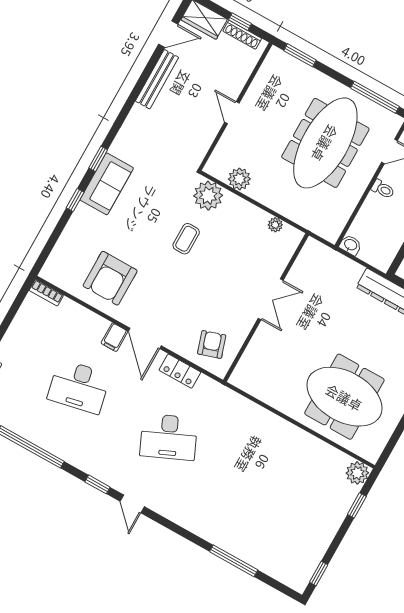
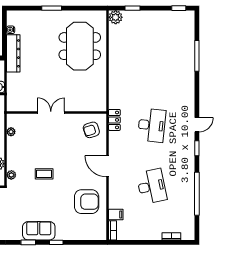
plant: (208, 196) -> (11, 175), width x0.53, depth x0.53
filing cabinet: (114, 337) -> (116, 215), moved
door: (145, 338) -> (108, 166), swing flipped
locker: (180, 371) -> (114, 120), moved
desk: (169, 437) -> (152, 125), turned 30

